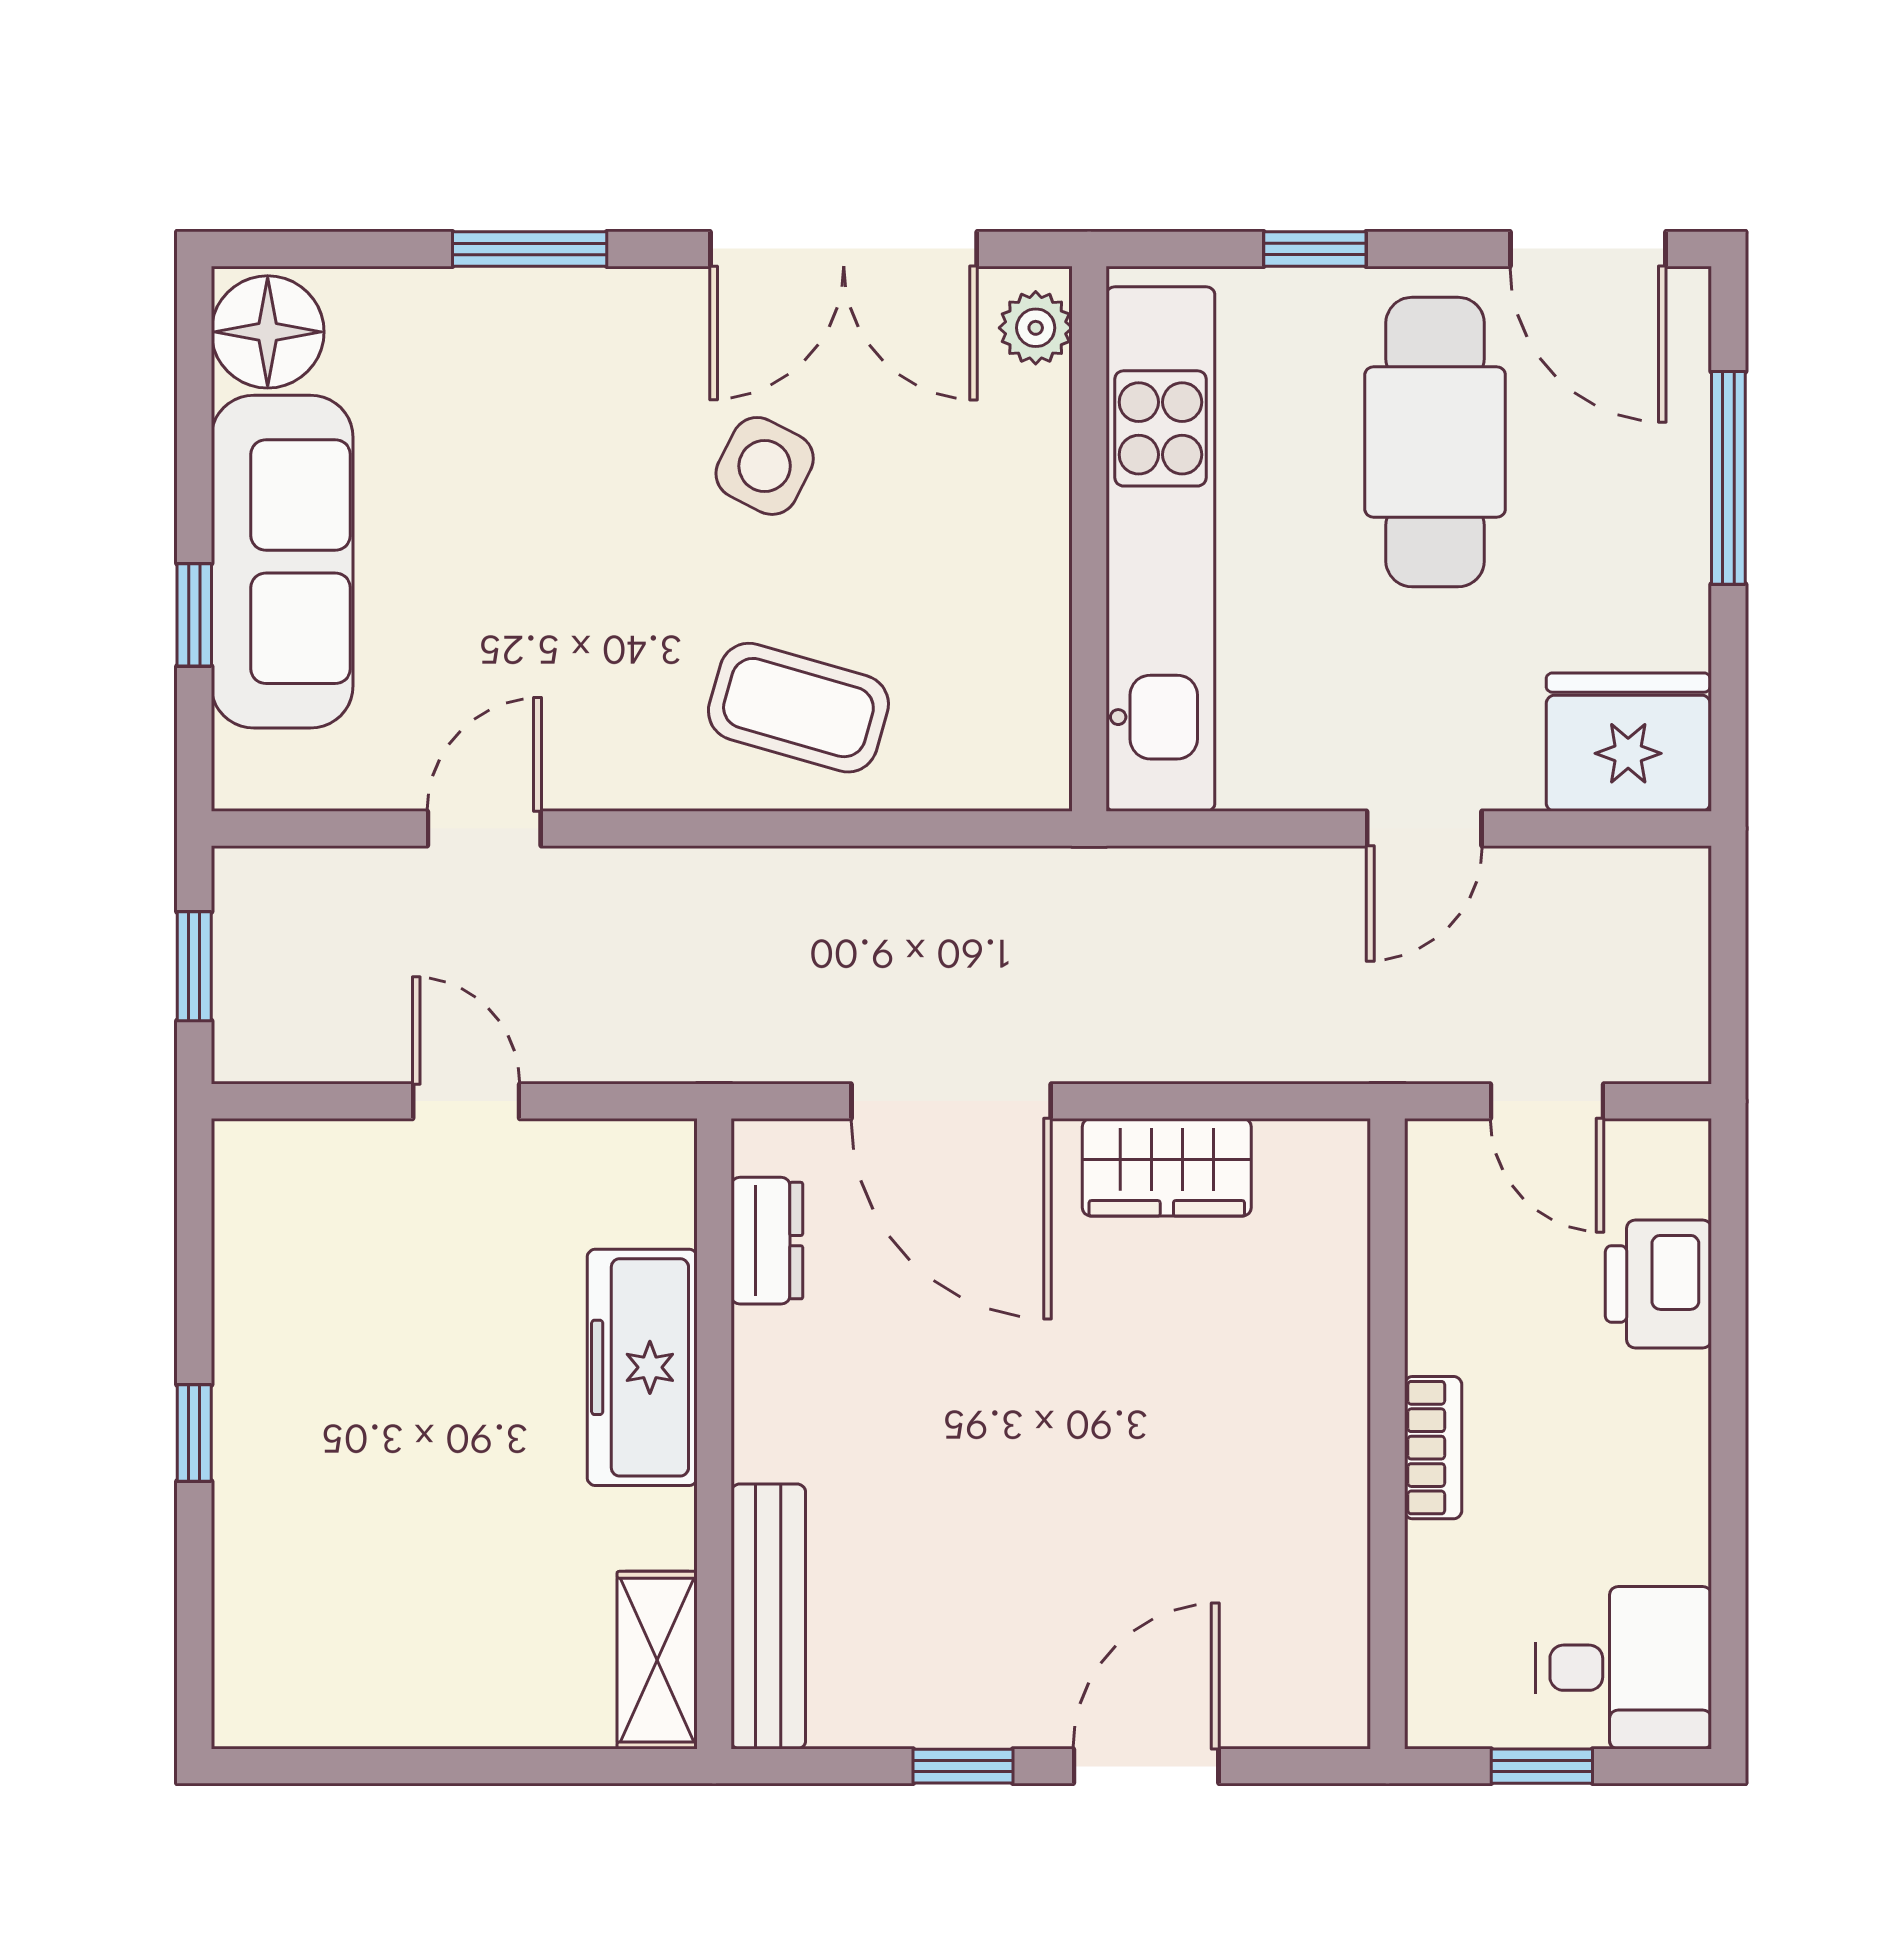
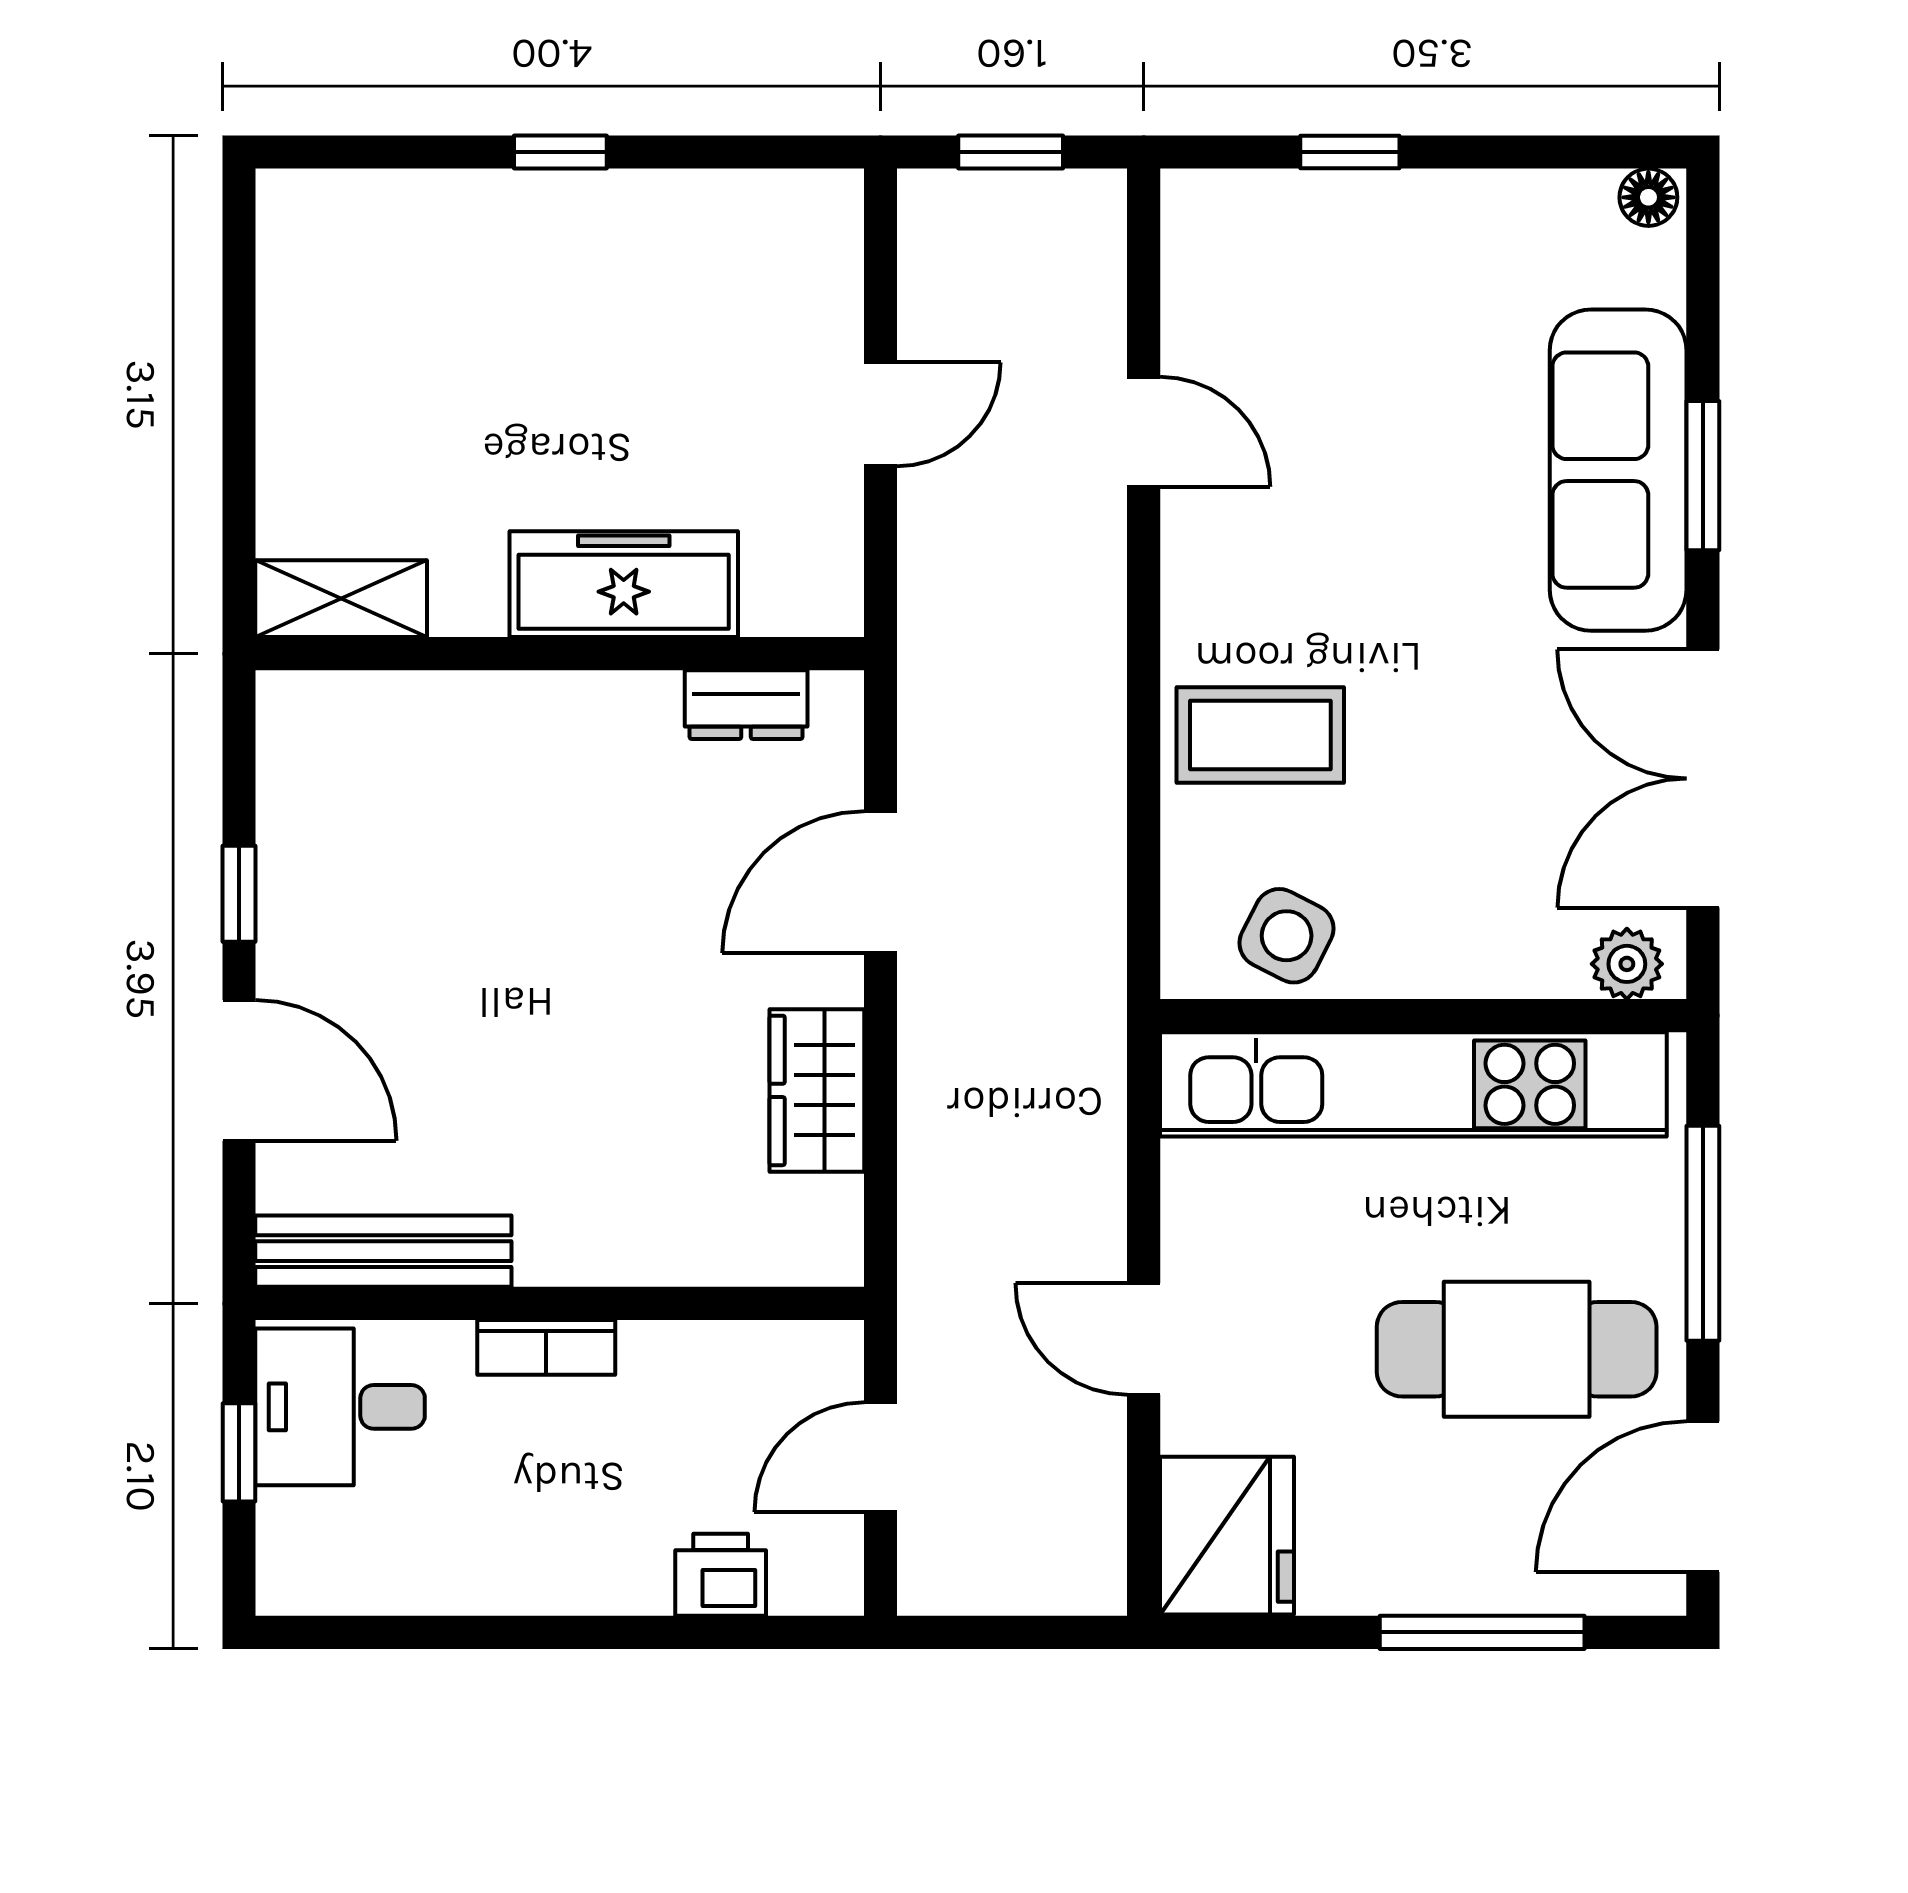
window: (1315, 249) -> (1703, 1233), width x2.17
floor lamp: (268, 332) -> (1648, 197), width x0.53, depth x0.53
side table: (765, 466) -> (1287, 936), moved
sofa: (282, 562) -> (1618, 470), moved, turned 90
coffee table: (798, 708) -> (1260, 735), turned 74
door: (951, 1101) -> (880, 882), width x0.73
printer: (1658, 1284) -> (721, 1575), width x0.73, depth x0.81
bench: (768, 1616) -> (383, 1251), moved
desk: (1624, 1668) -> (340, 1407), moved, turned 90

